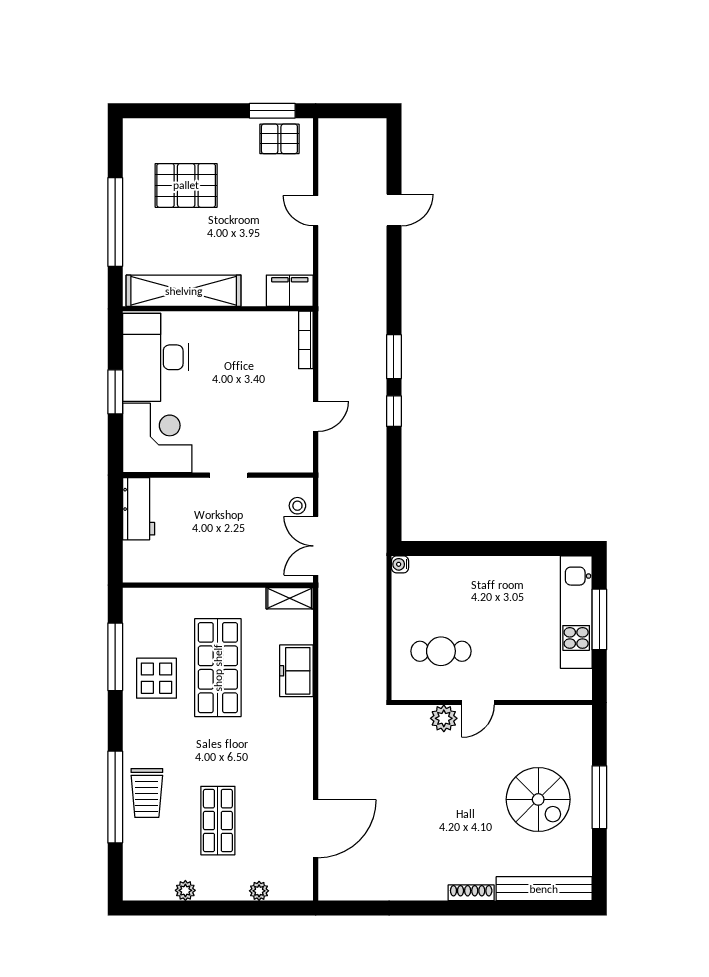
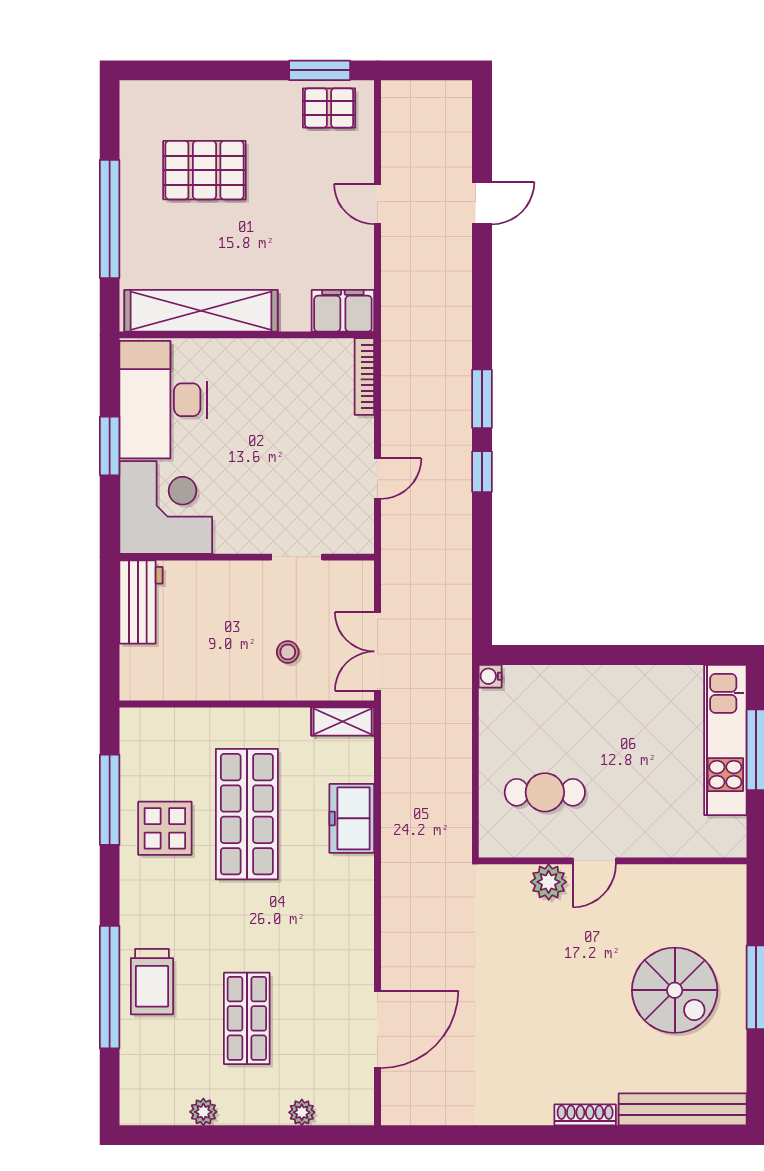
doorway: (229, 475) -> (297, 557), moved
stool: (297, 506) -> (288, 652), moved

